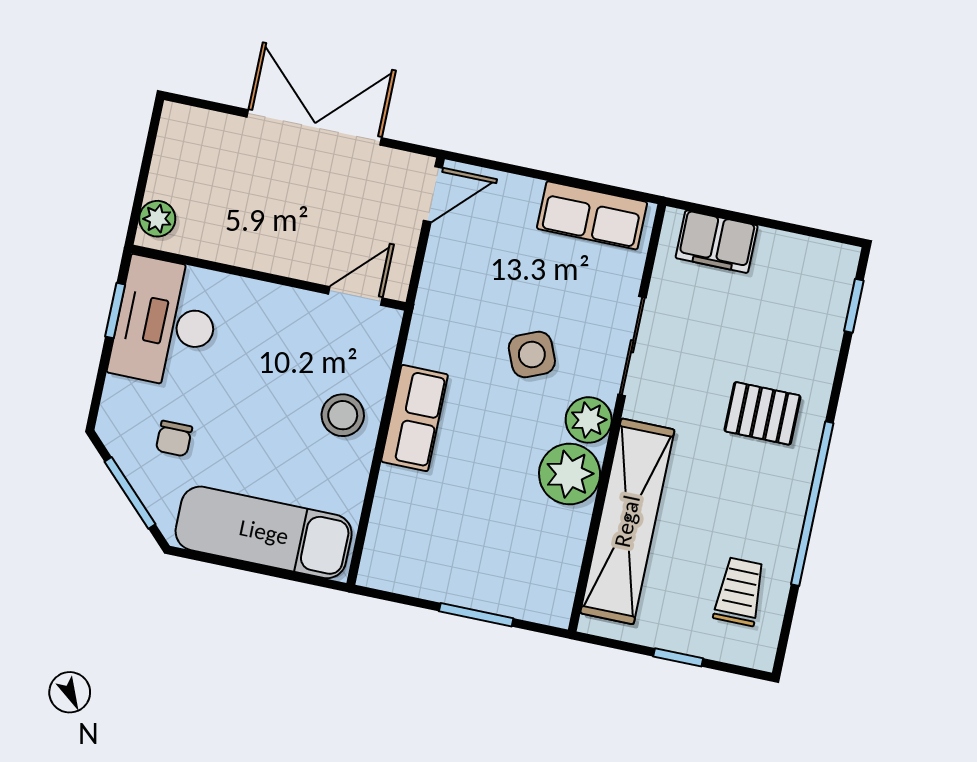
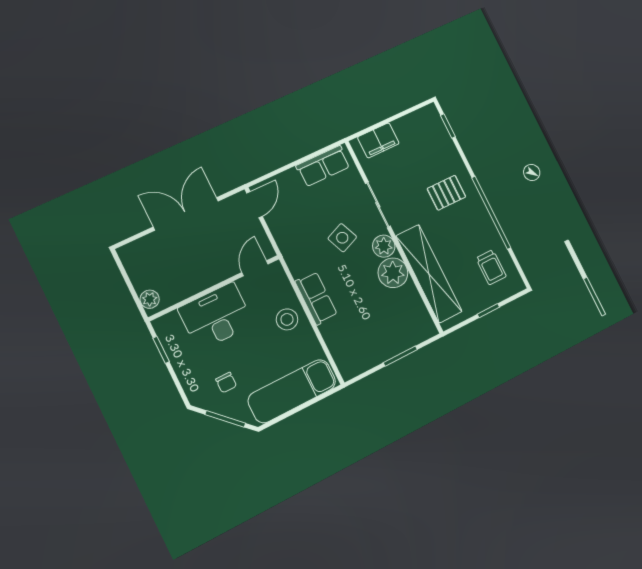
desk: (166, 323) -> (216, 316), moved, turned 90
trolley: (740, 592) -> (491, 267), turned 180

